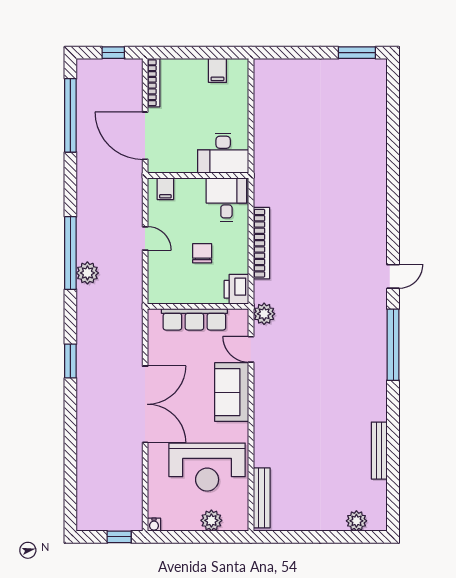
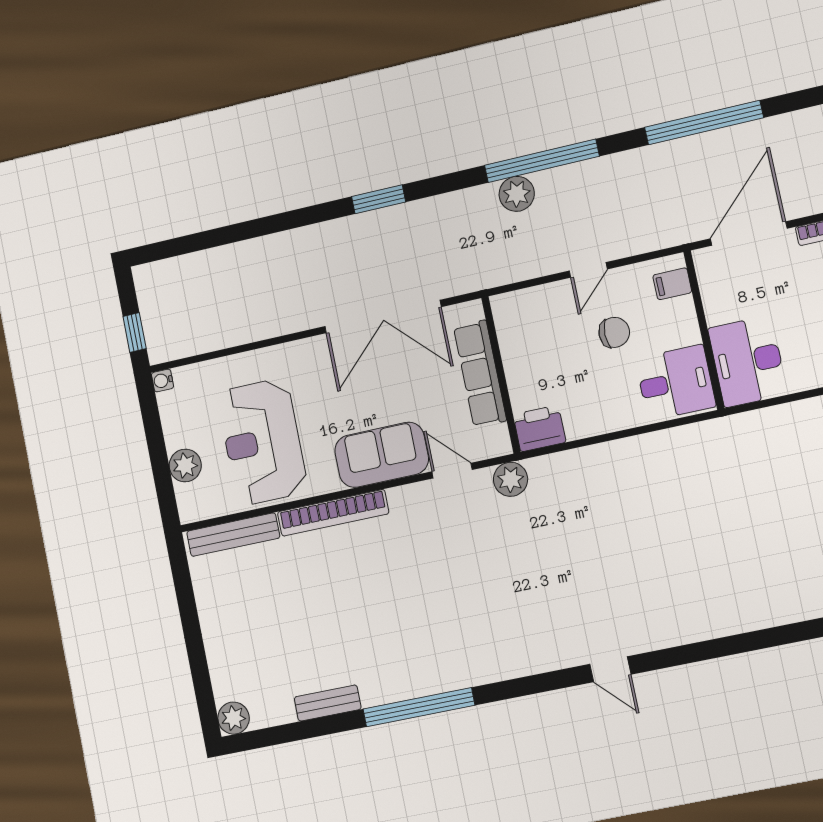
window: (70, 115) -> (704, 123), moved
bookcase: (261, 243) -> (333, 513), moved
chair: (202, 253) -> (614, 332), moved
window: (393, 345) -> (419, 707), moved
door: (251, 349) -> (452, 471), hinge flipped
double door: (145, 404) -> (383, 317), moved
bench: (379, 451) -> (328, 703), width x0.73
plant: (356, 521) -> (234, 718), moved

